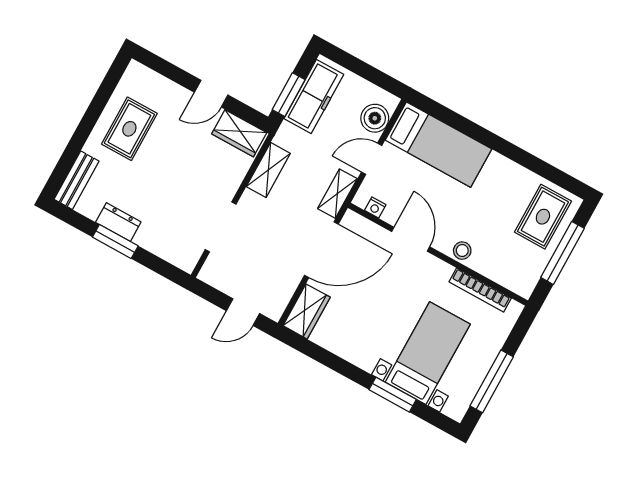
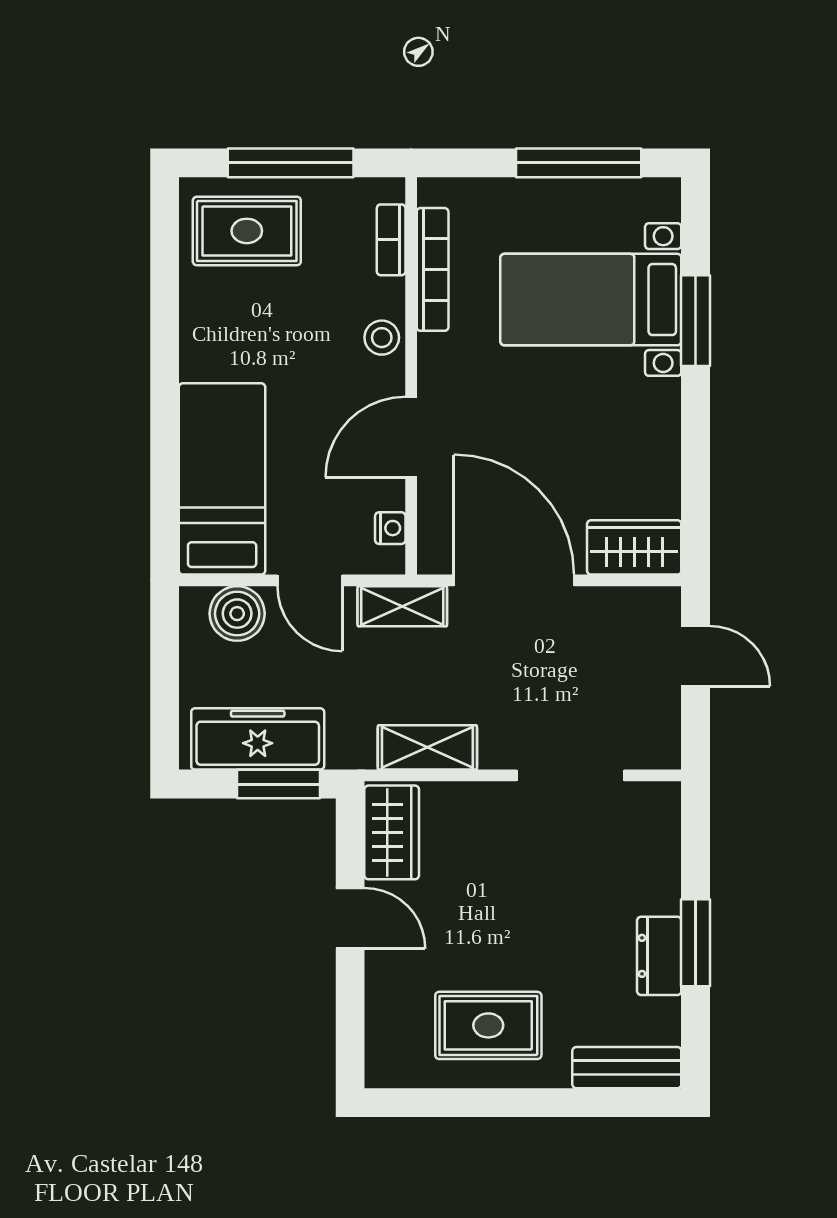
bookcase: (503, 279) -> (391, 240), added

